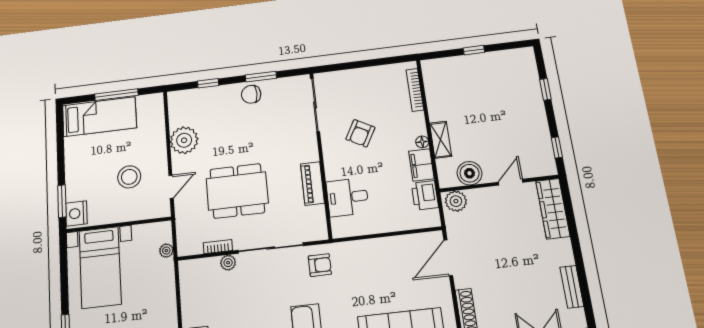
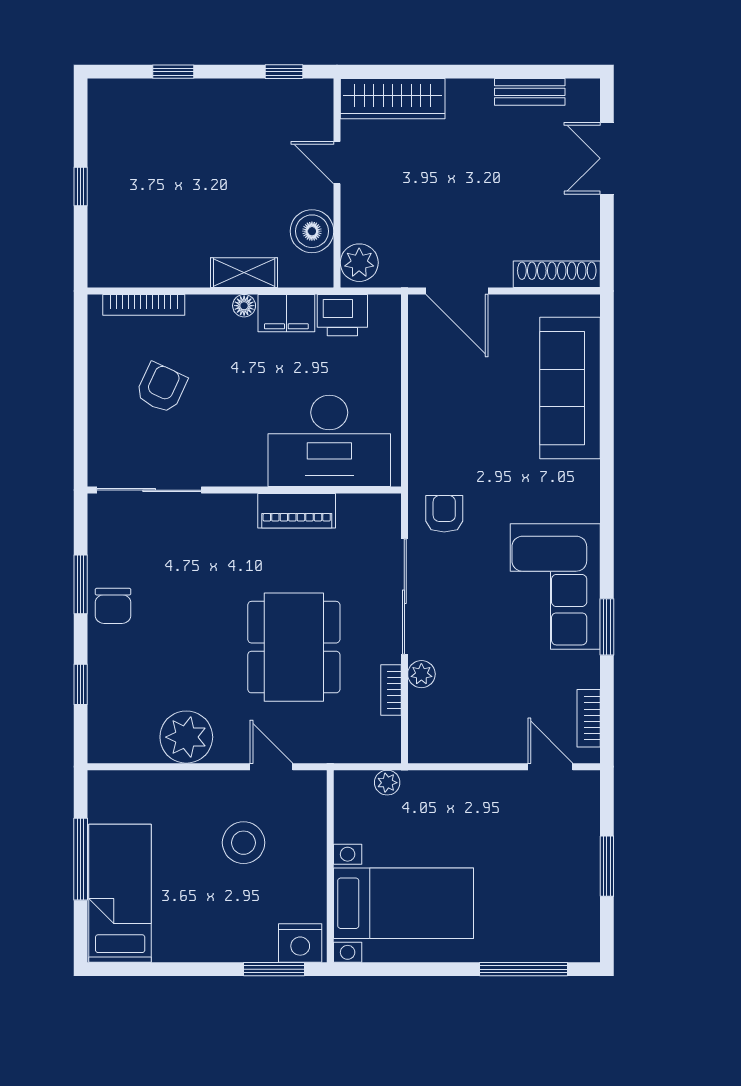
armchair: (360, 133) -> (161, 388), moved, turned -94
desk: (347, 197) -> (329, 441), width x1.87, depth x1.30

